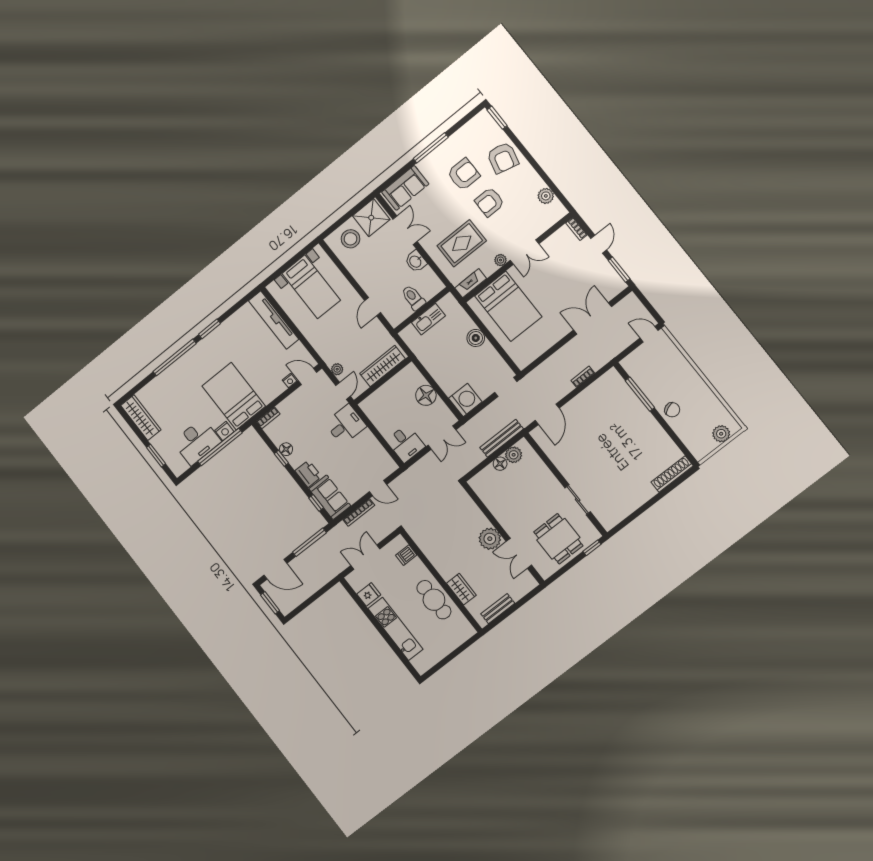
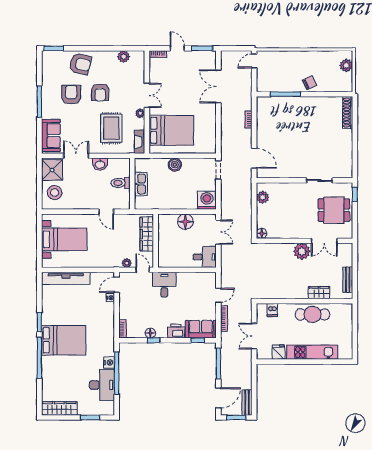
bed: (234, 396) -> (64, 340), moved, turned 180
bench: (502, 438) -> (247, 402), moved, width x0.73
floor lamp: (500, 464) -> (262, 233), moved

